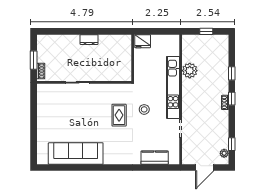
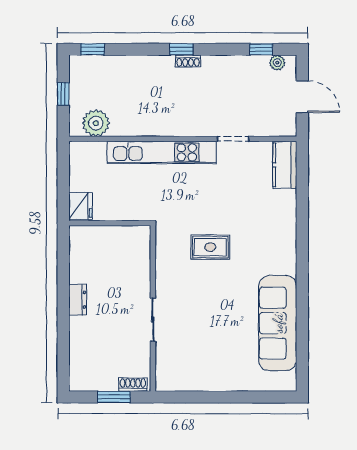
plant: (190, 71) -> (96, 123), moved
window: (232, 73) -> (93, 49), moved
stool: (144, 109) -> (200, 203), removed
kitchen counter: (155, 158) -> (285, 165), moved

